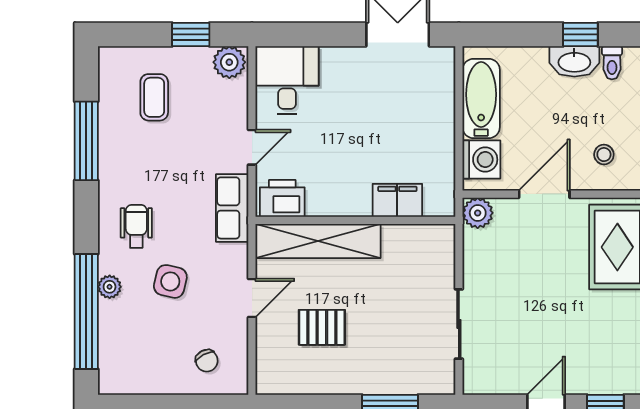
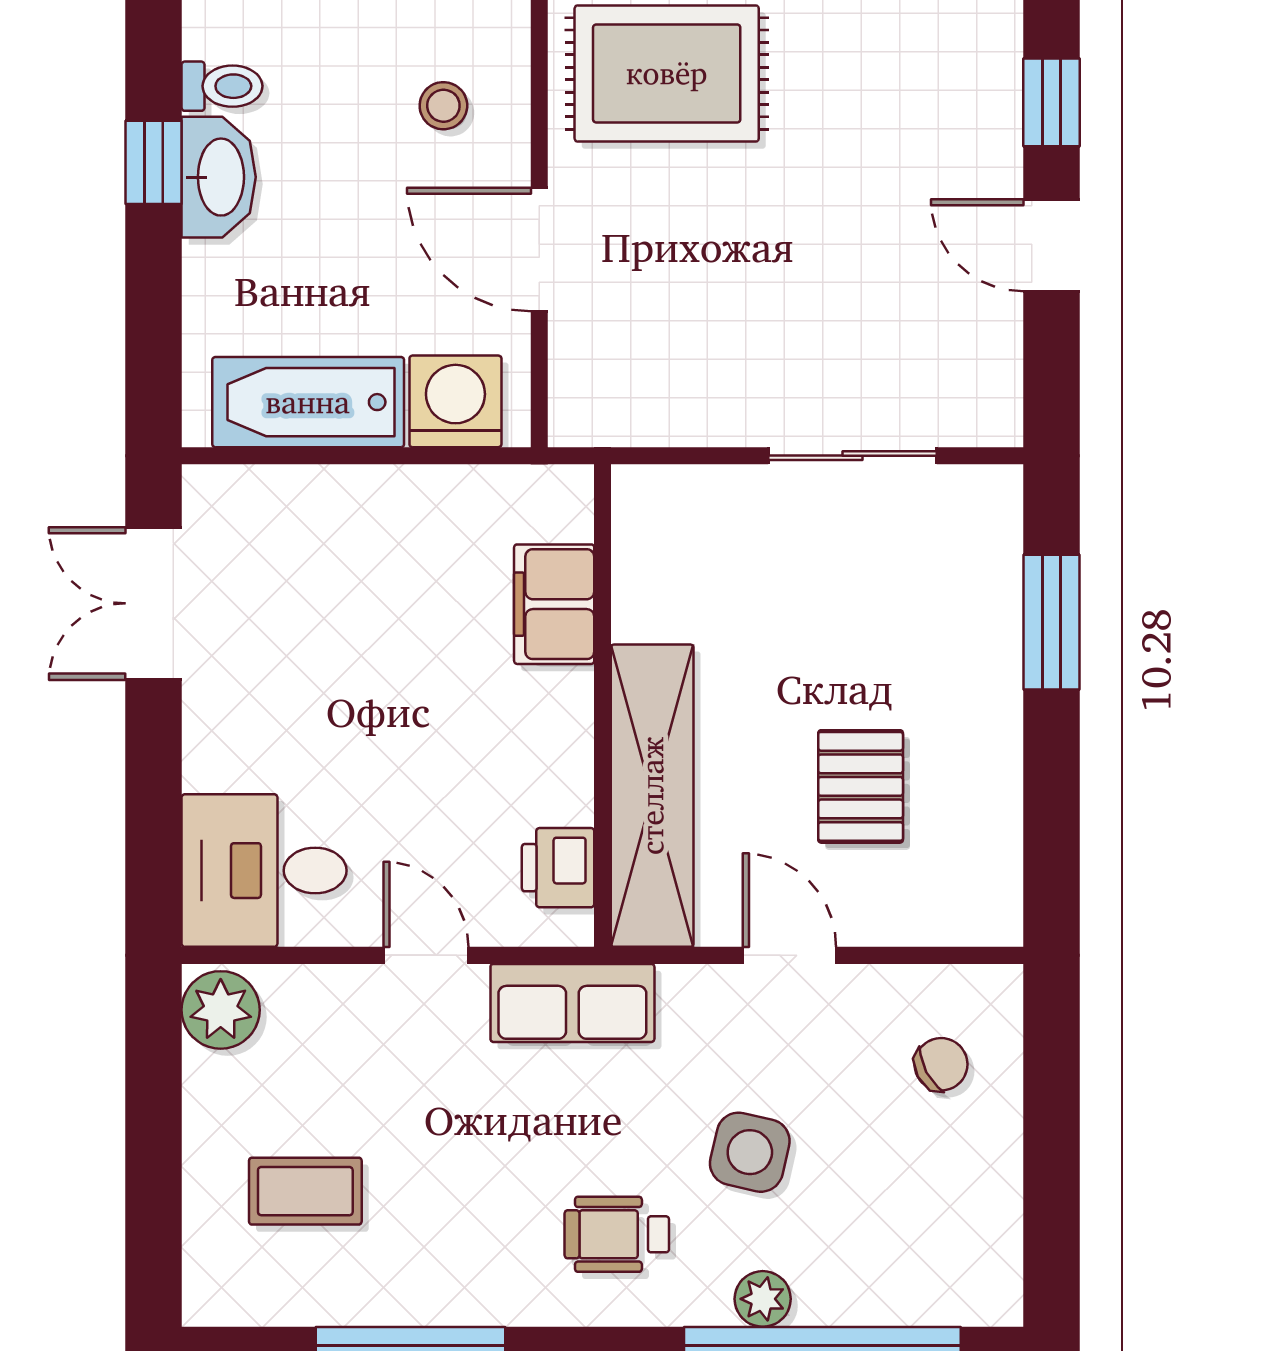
window: (191, 34) -> (154, 1103), removed
printer: (282, 198) -> (558, 868), width x0.73, depth x0.81
plant: (478, 213) -> (585, 410), removed

